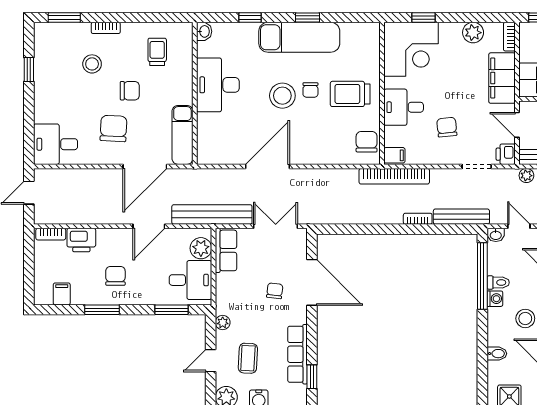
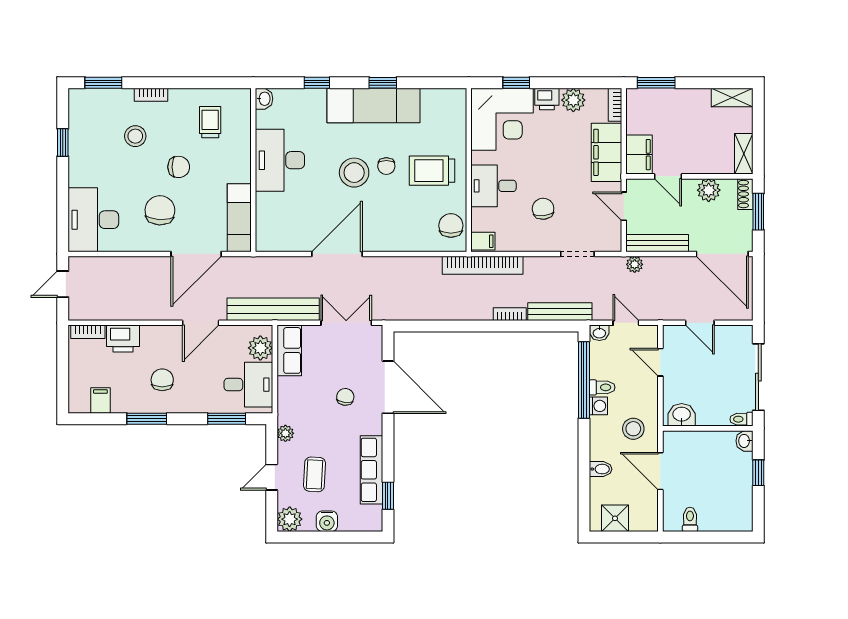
desk: (56, 144) -> (93, 220), width x1.37
printer: (506, 154) -> (547, 99), moved, turned -90

